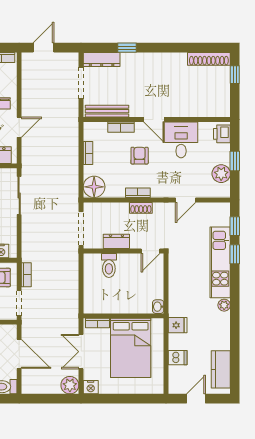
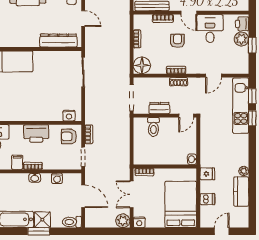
door: (19, 127) -> (83, 19), hinge flipped
plant: (221, 174) -> (241, 39), moved
kitchen unit: (220, 262) -> (241, 106), moved
plant: (224, 305) -> (244, 171), moved
bed: (131, 348) -> (181, 204), moved, turned 180
kitchen counter: (221, 369) -> (241, 191), moved

